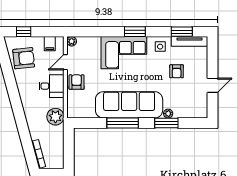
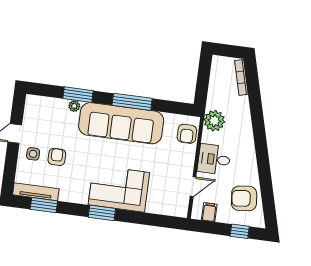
plant: (72, 41) -> (182, 211), removed
side table: (160, 47) -> (33, 154), moved
armchair: (77, 82) -> (187, 134), moved

